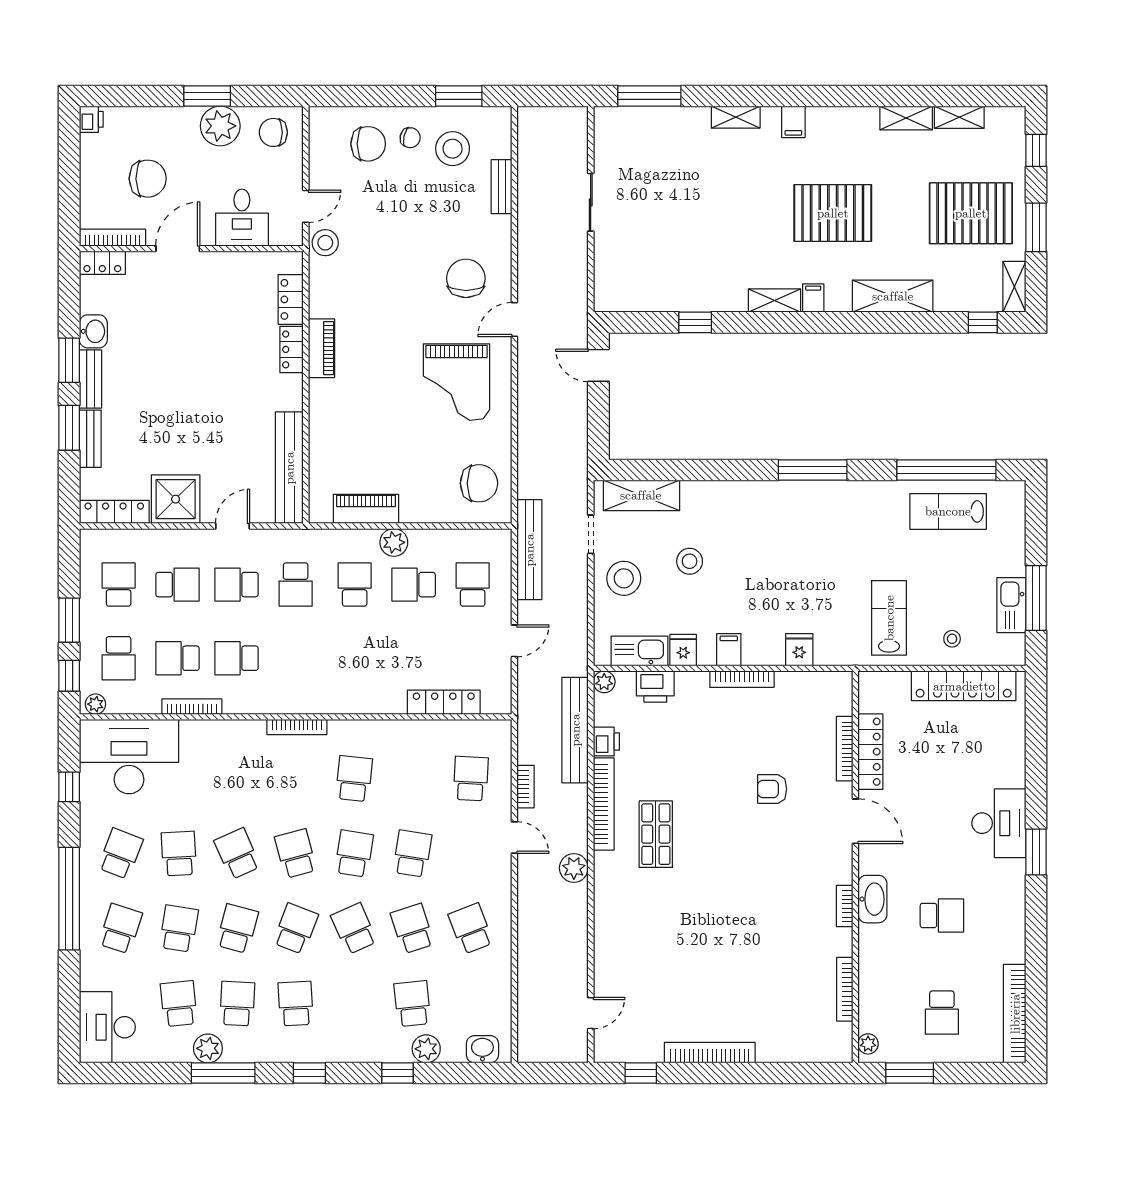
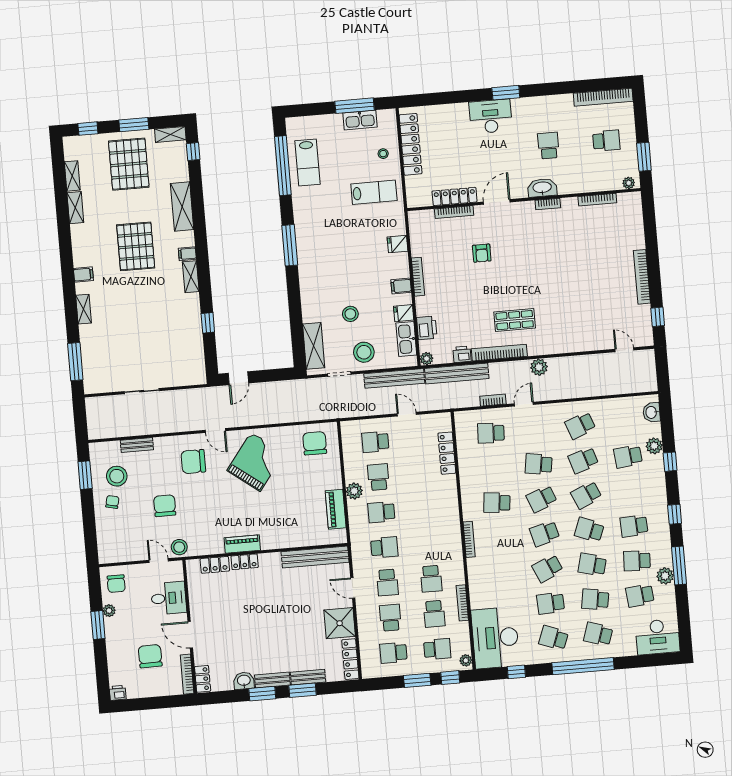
plant: (220, 126) -> (109, 611), width x0.53, depth x0.53
chair: (368, 144) -> (165, 506), moved
grand piano: (457, 382) -> (256, 462), turned -53
bench: (529, 550) -> (394, 378), moved
school desk: (414, 585) -> (378, 477), turned 180
lab bench: (889, 618) -> (374, 192), turned 180
school desk: (354, 854) -> (542, 499), turned -30

